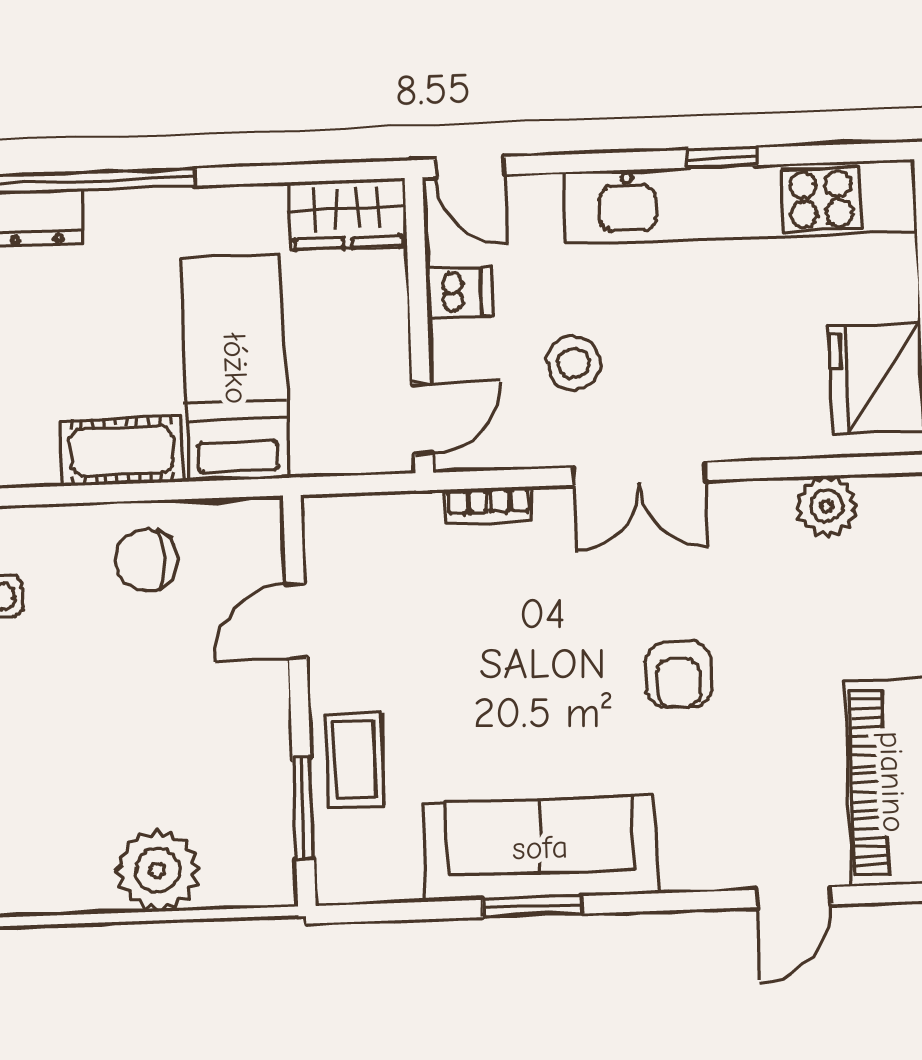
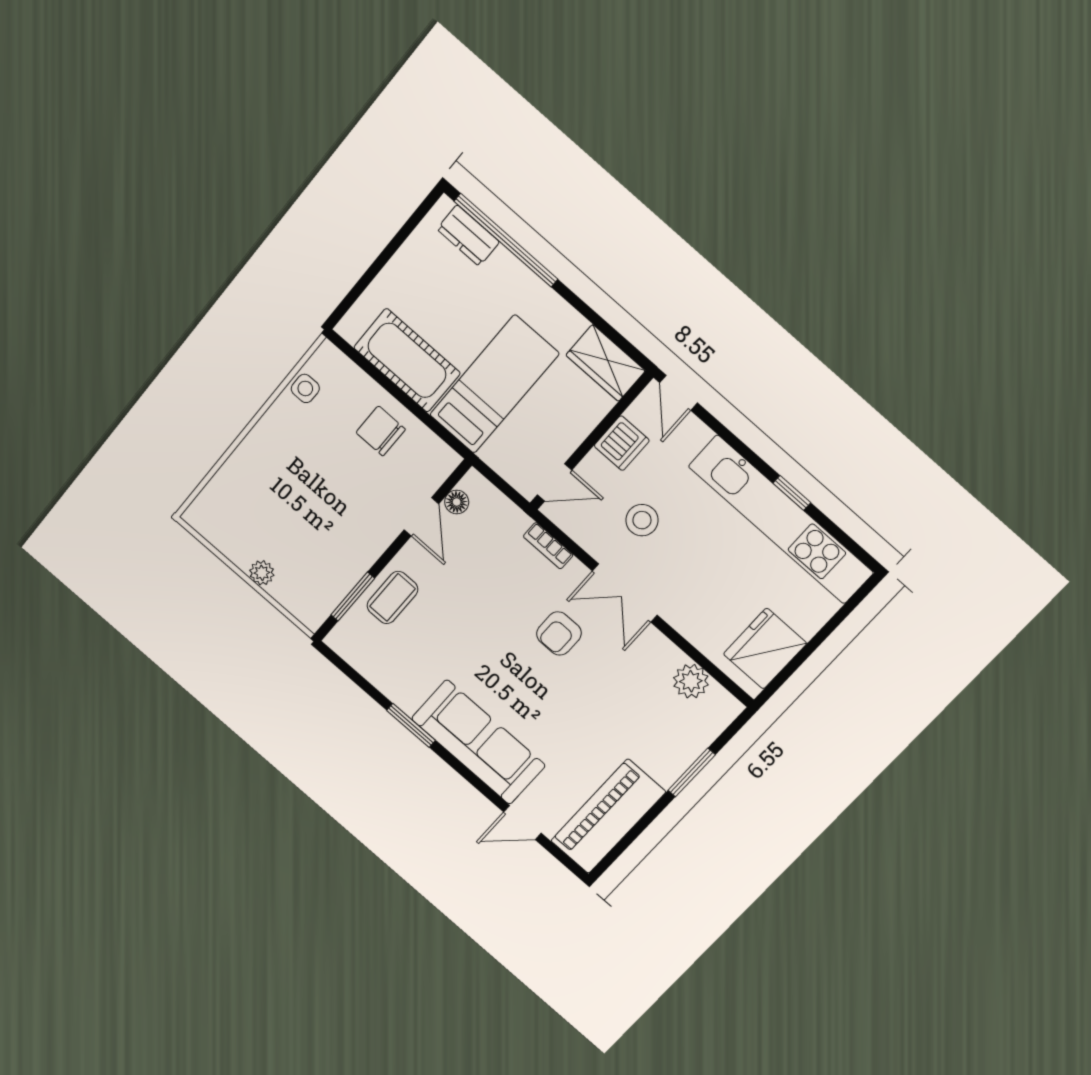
dishwasher: (459, 292) -> (622, 443), width x1.38
cot: (122, 451) -> (407, 360), width x1.37, depth x1.34
floor lamp: (323, 559) -> (457, 502), added
door: (296, 621) -> (421, 517), swing flipped
armchair: (679, 675) -> (559, 633), moved
sofa: (540, 848) -> (478, 742), moved
plant: (158, 870) -> (262, 573), width x0.53, depth x0.53

